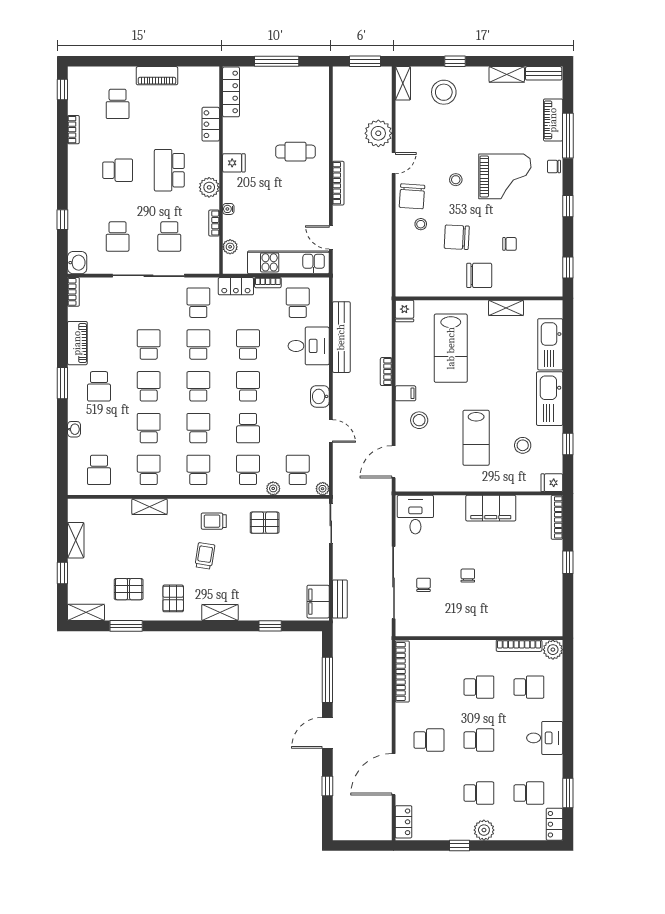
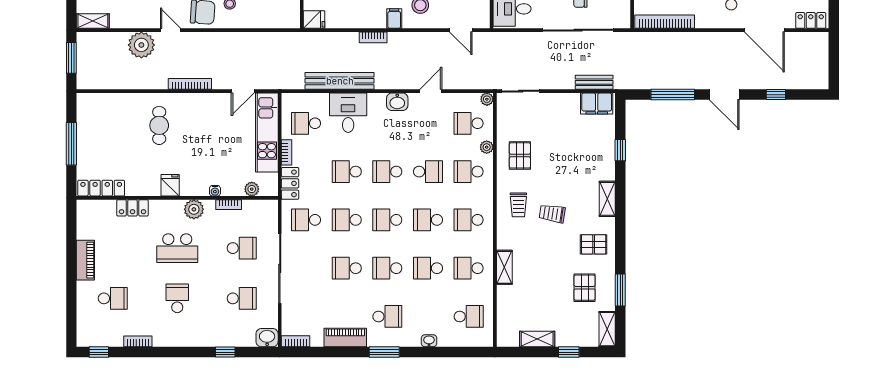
door: (394, 462) -> (461, 30), width x0.73

